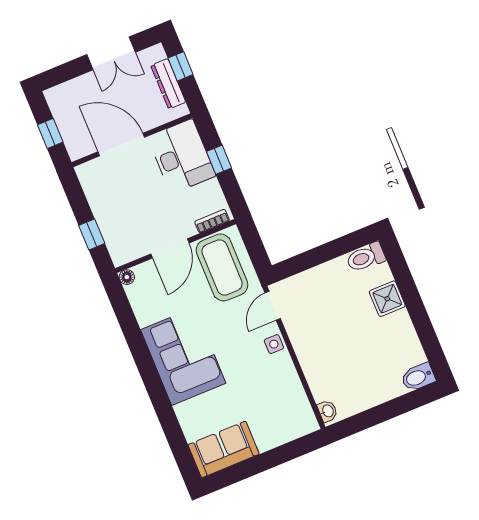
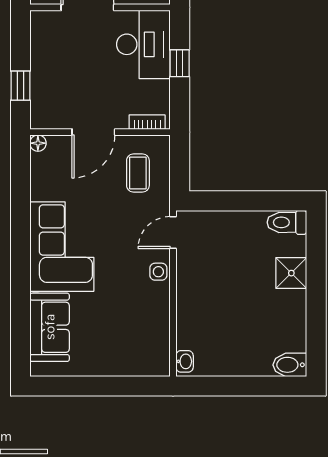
coffee table: (222, 267) -> (138, 173), width x0.54, depth x0.58
sofa: (224, 449) -> (50, 327), moved, turned 90

